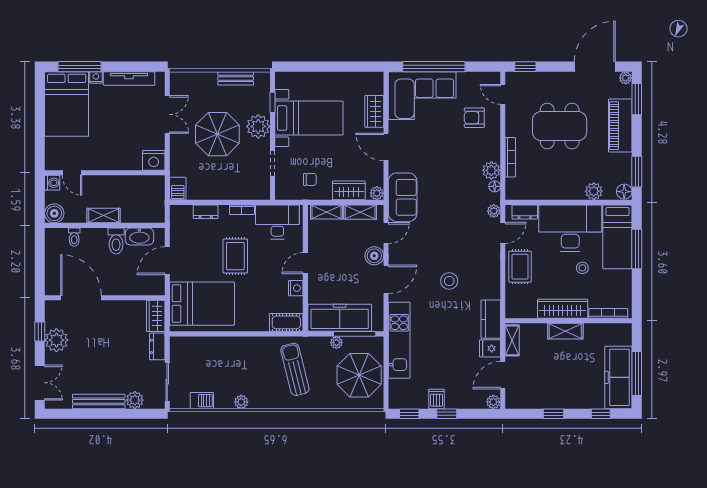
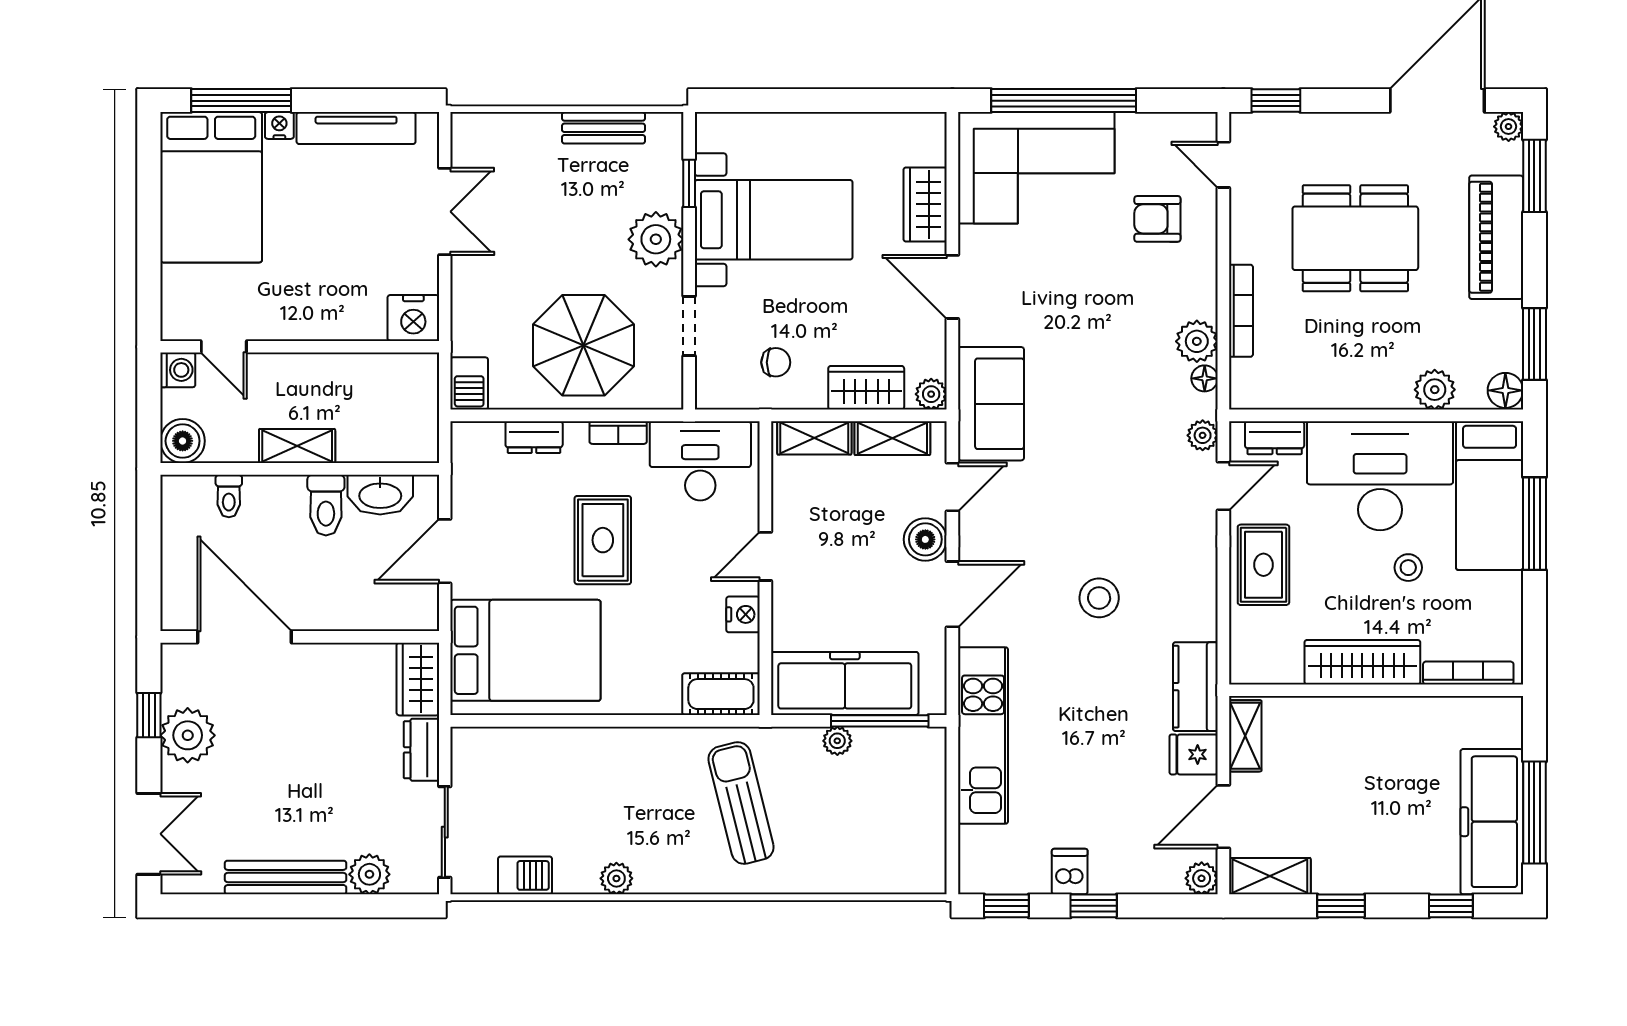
parasol: (217, 134) -> (583, 345), moved
shelving: (565, 331) -> (1270, 876), moved
parasol: (359, 375) -> (890, 817), removed

